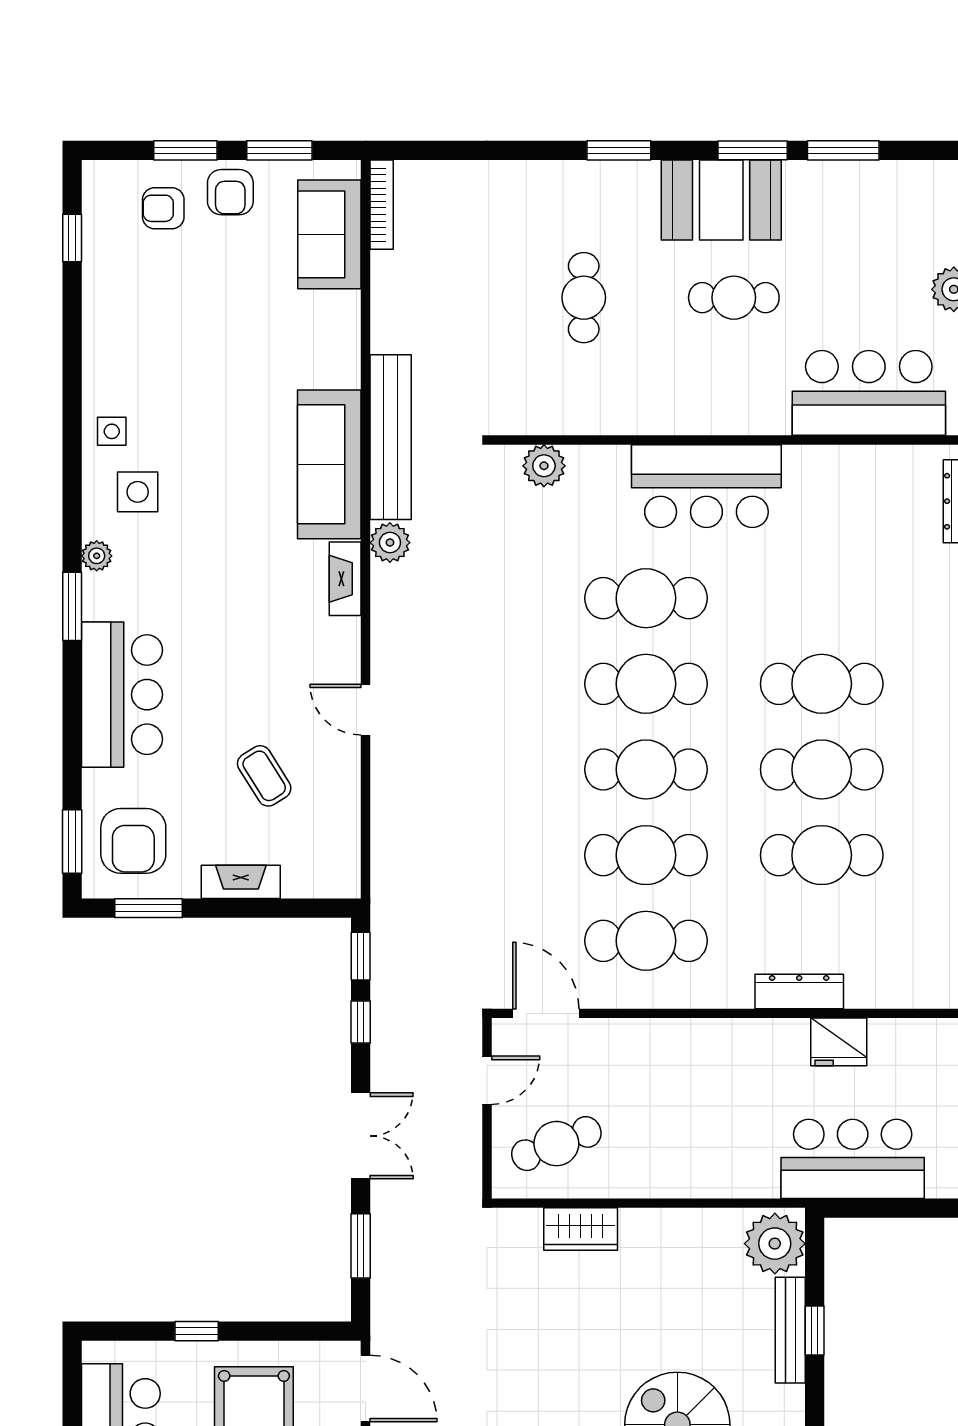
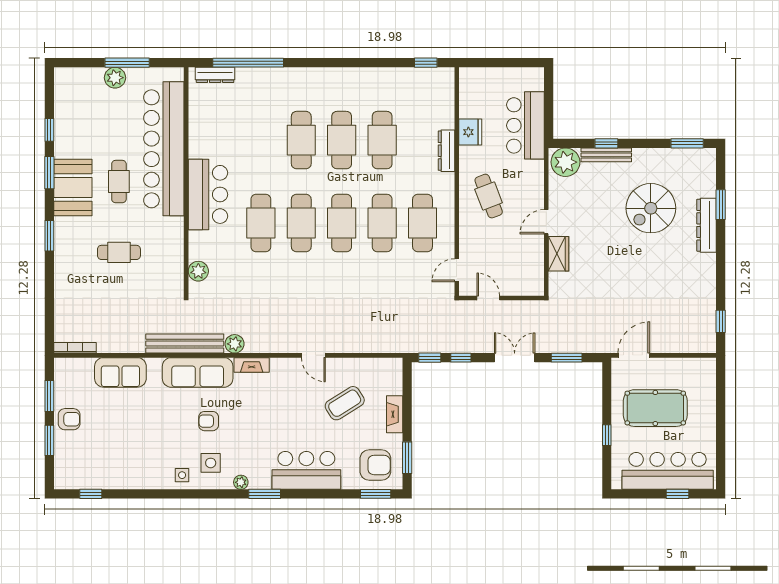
window: (843, 150) -> (49, 130), width x0.67
armchair: (163, 208) -> (209, 421), moved, turned 90
sofa: (329, 234) -> (120, 372), moved
bar counter: (869, 393) -> (164, 149), width x1.86
door: (366, 710) -> (313, 355), hinge flipped
coffee table: (264, 776) -> (345, 403), width x1.36, depth x1.30
door: (546, 1013) -> (457, 270), width x0.73
cafe table: (556, 1144) -> (489, 196), moved
door: (648, 1203) -> (546, 222), added

